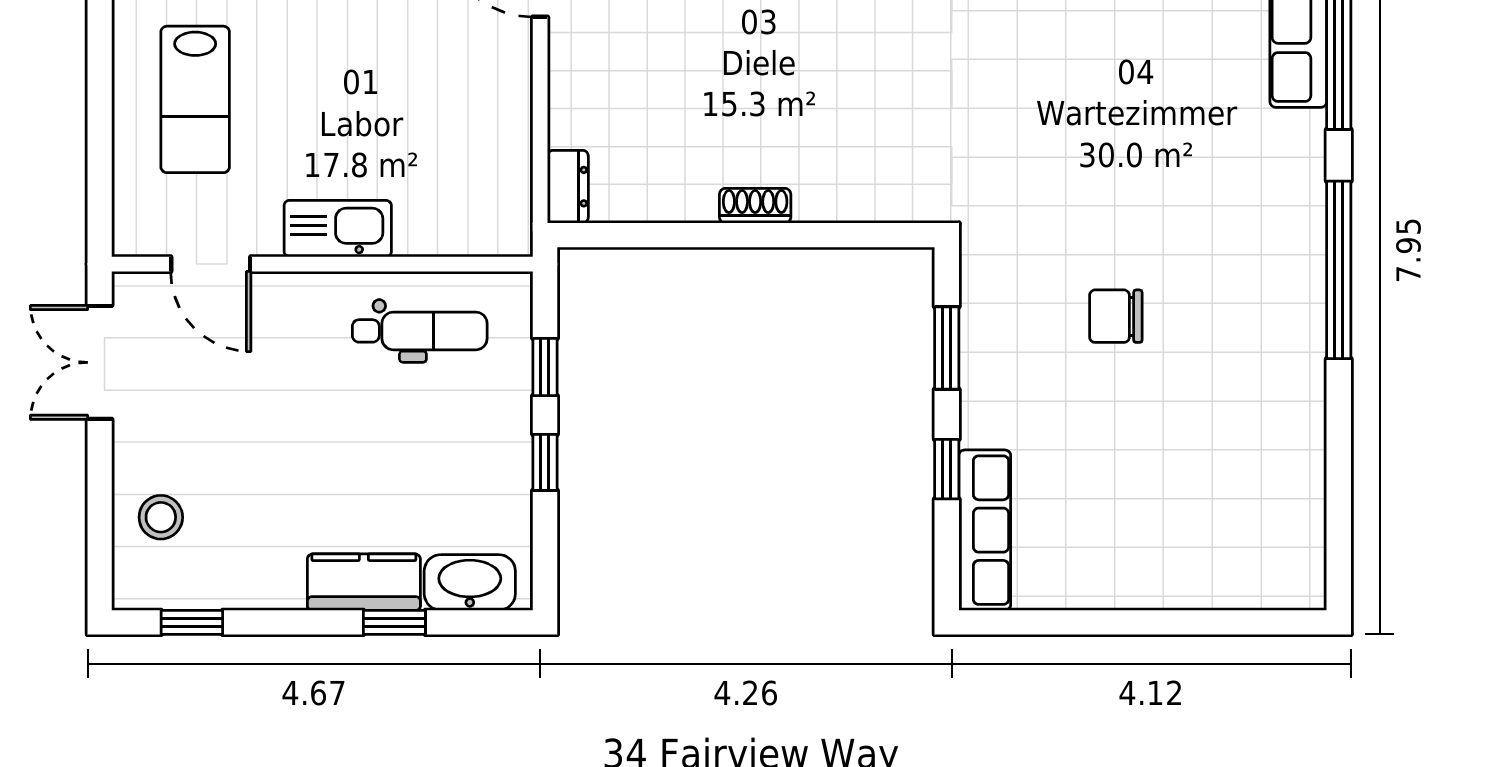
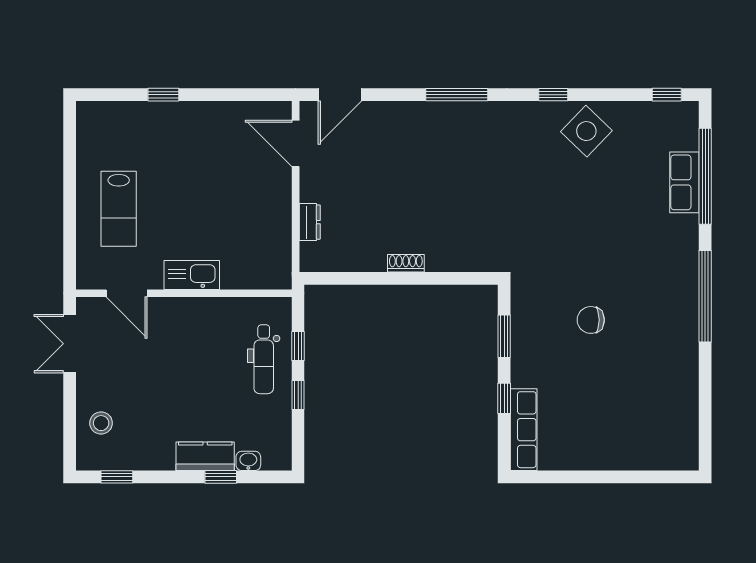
dresser: (568, 187) -> (310, 222), moved
dental chair: (420, 331) -> (264, 359), moved, turned 90
washbasin: (470, 582) -> (248, 461), width x0.52, depth x0.69

